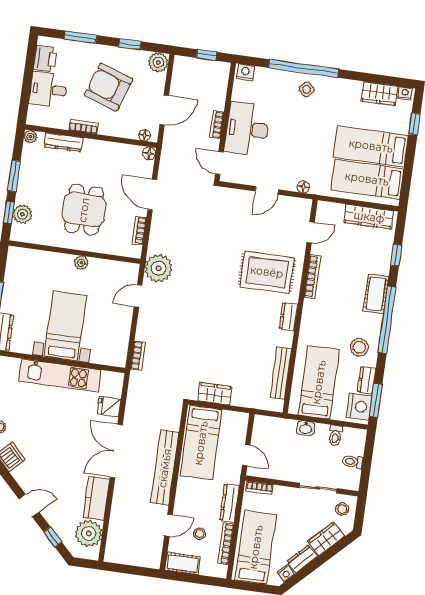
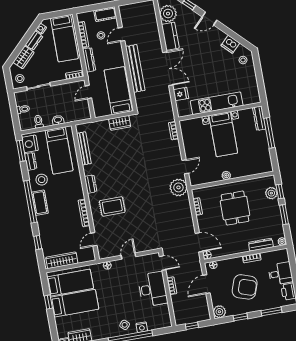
nightstand: (246, 72) -> (142, 327), moved
window: (415, 124) -> (48, 302), moved
door: (152, 195) -> (199, 242), moved
rug: (267, 272) -> (112, 206), width x0.73, depth x0.70
cot: (376, 294) -> (40, 203), moved
door: (246, 455) -> (88, 92), hinge flipped

